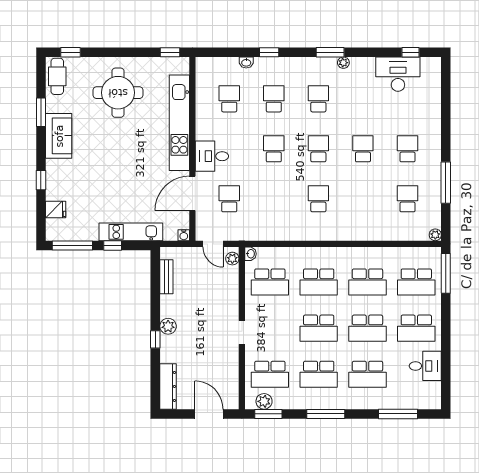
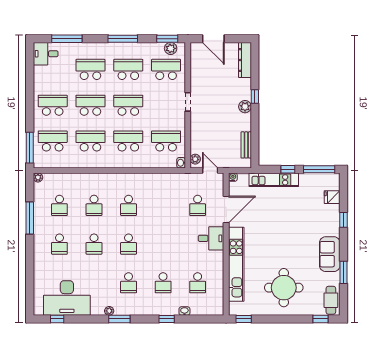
desk: (398, 74) -> (67, 298), width x1.36, depth x1.30
school desk: (274, 149) -> (94, 205), moved
desk: (425, 366) -> (46, 54), moved

